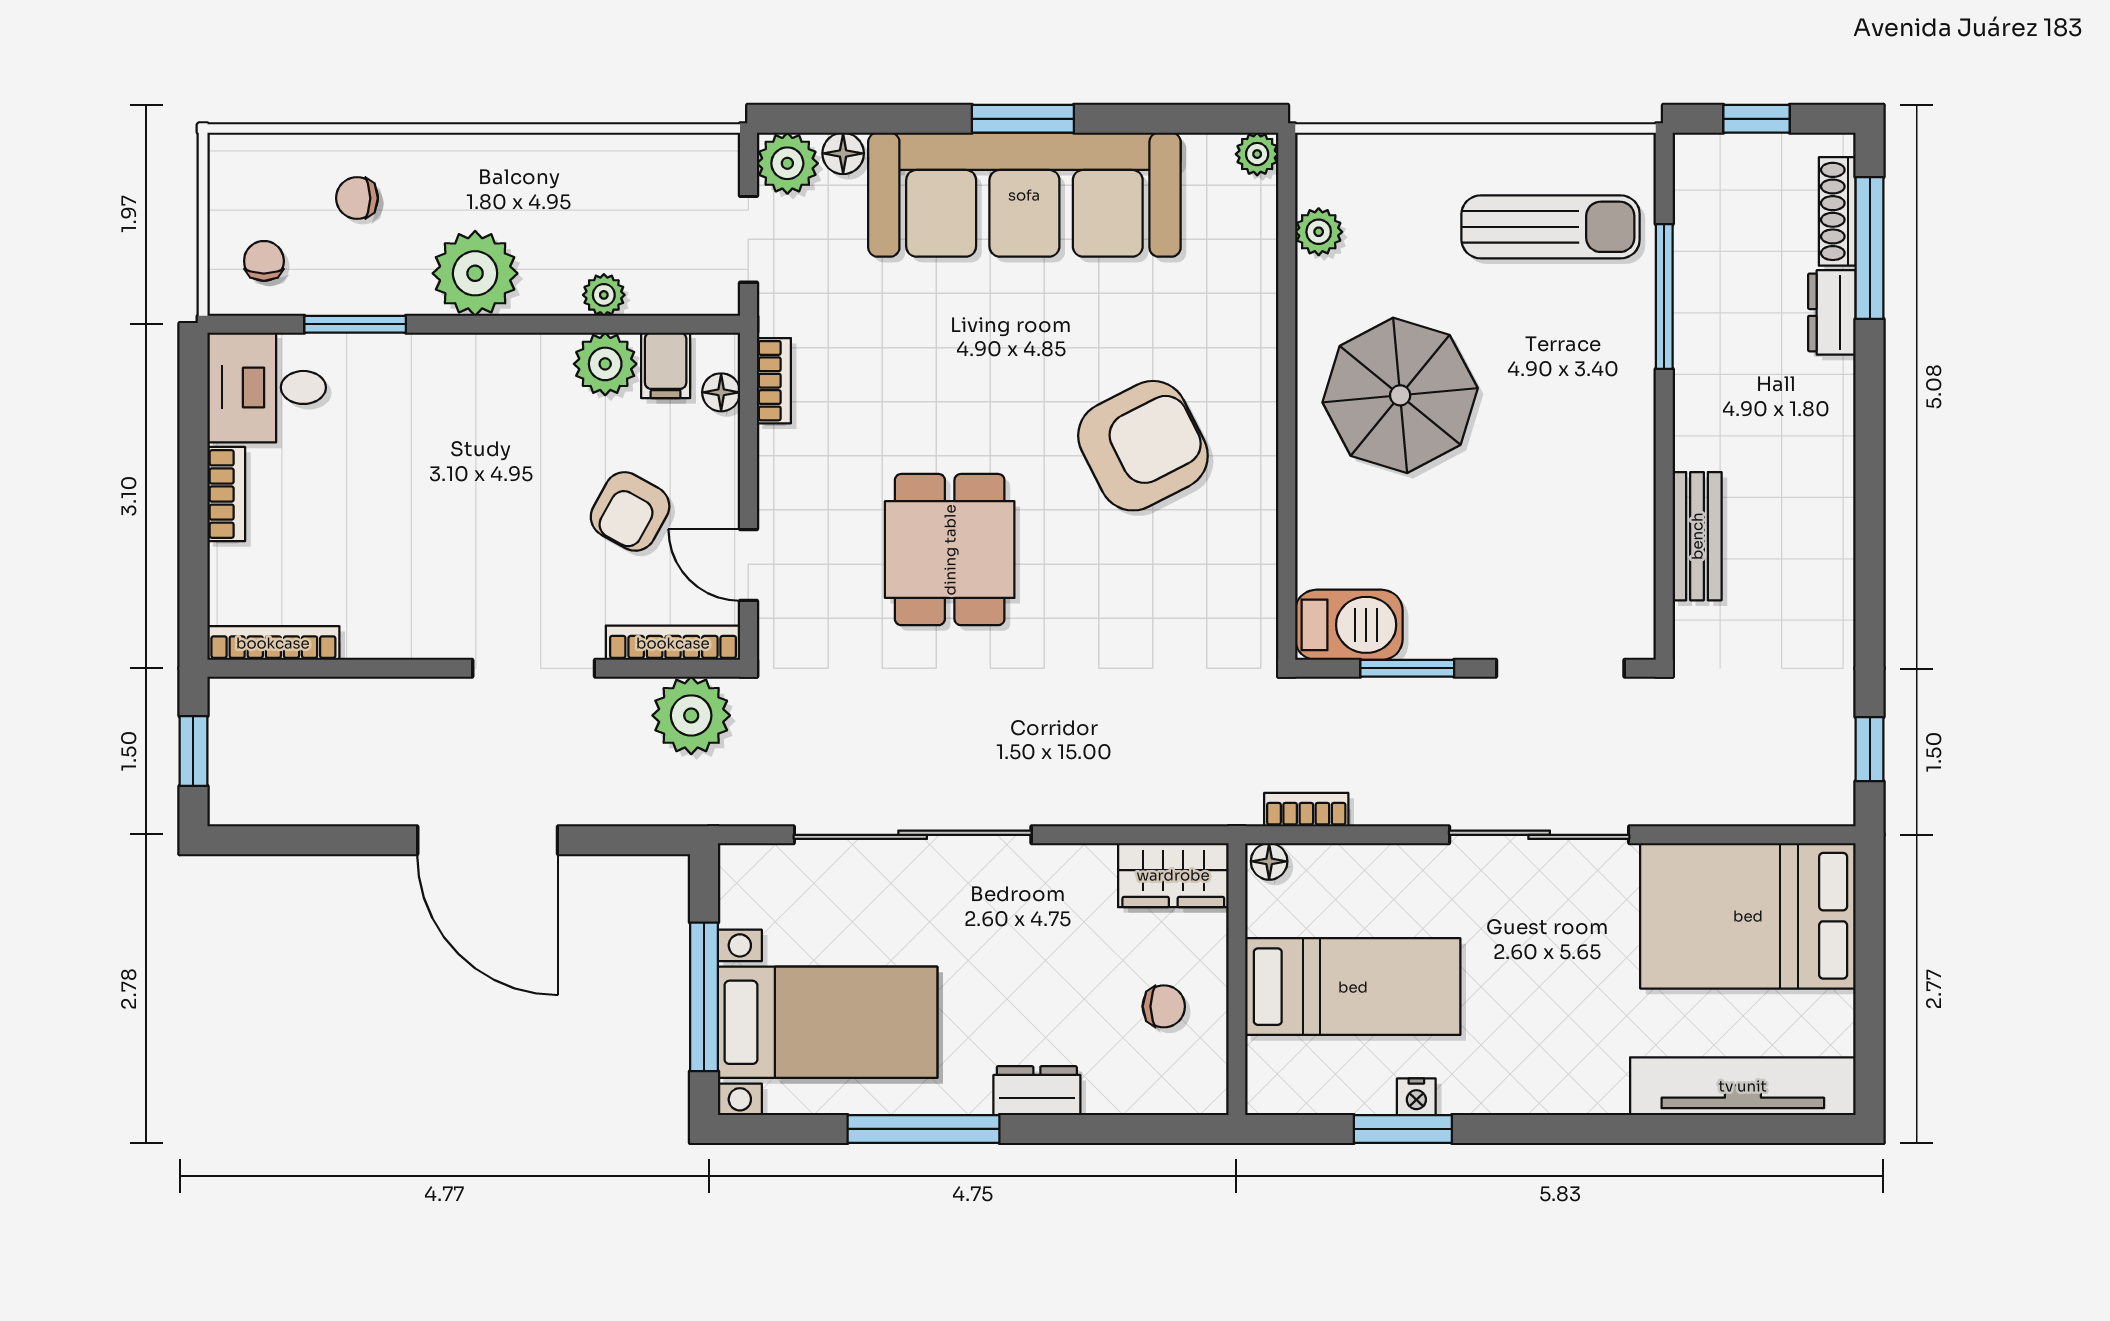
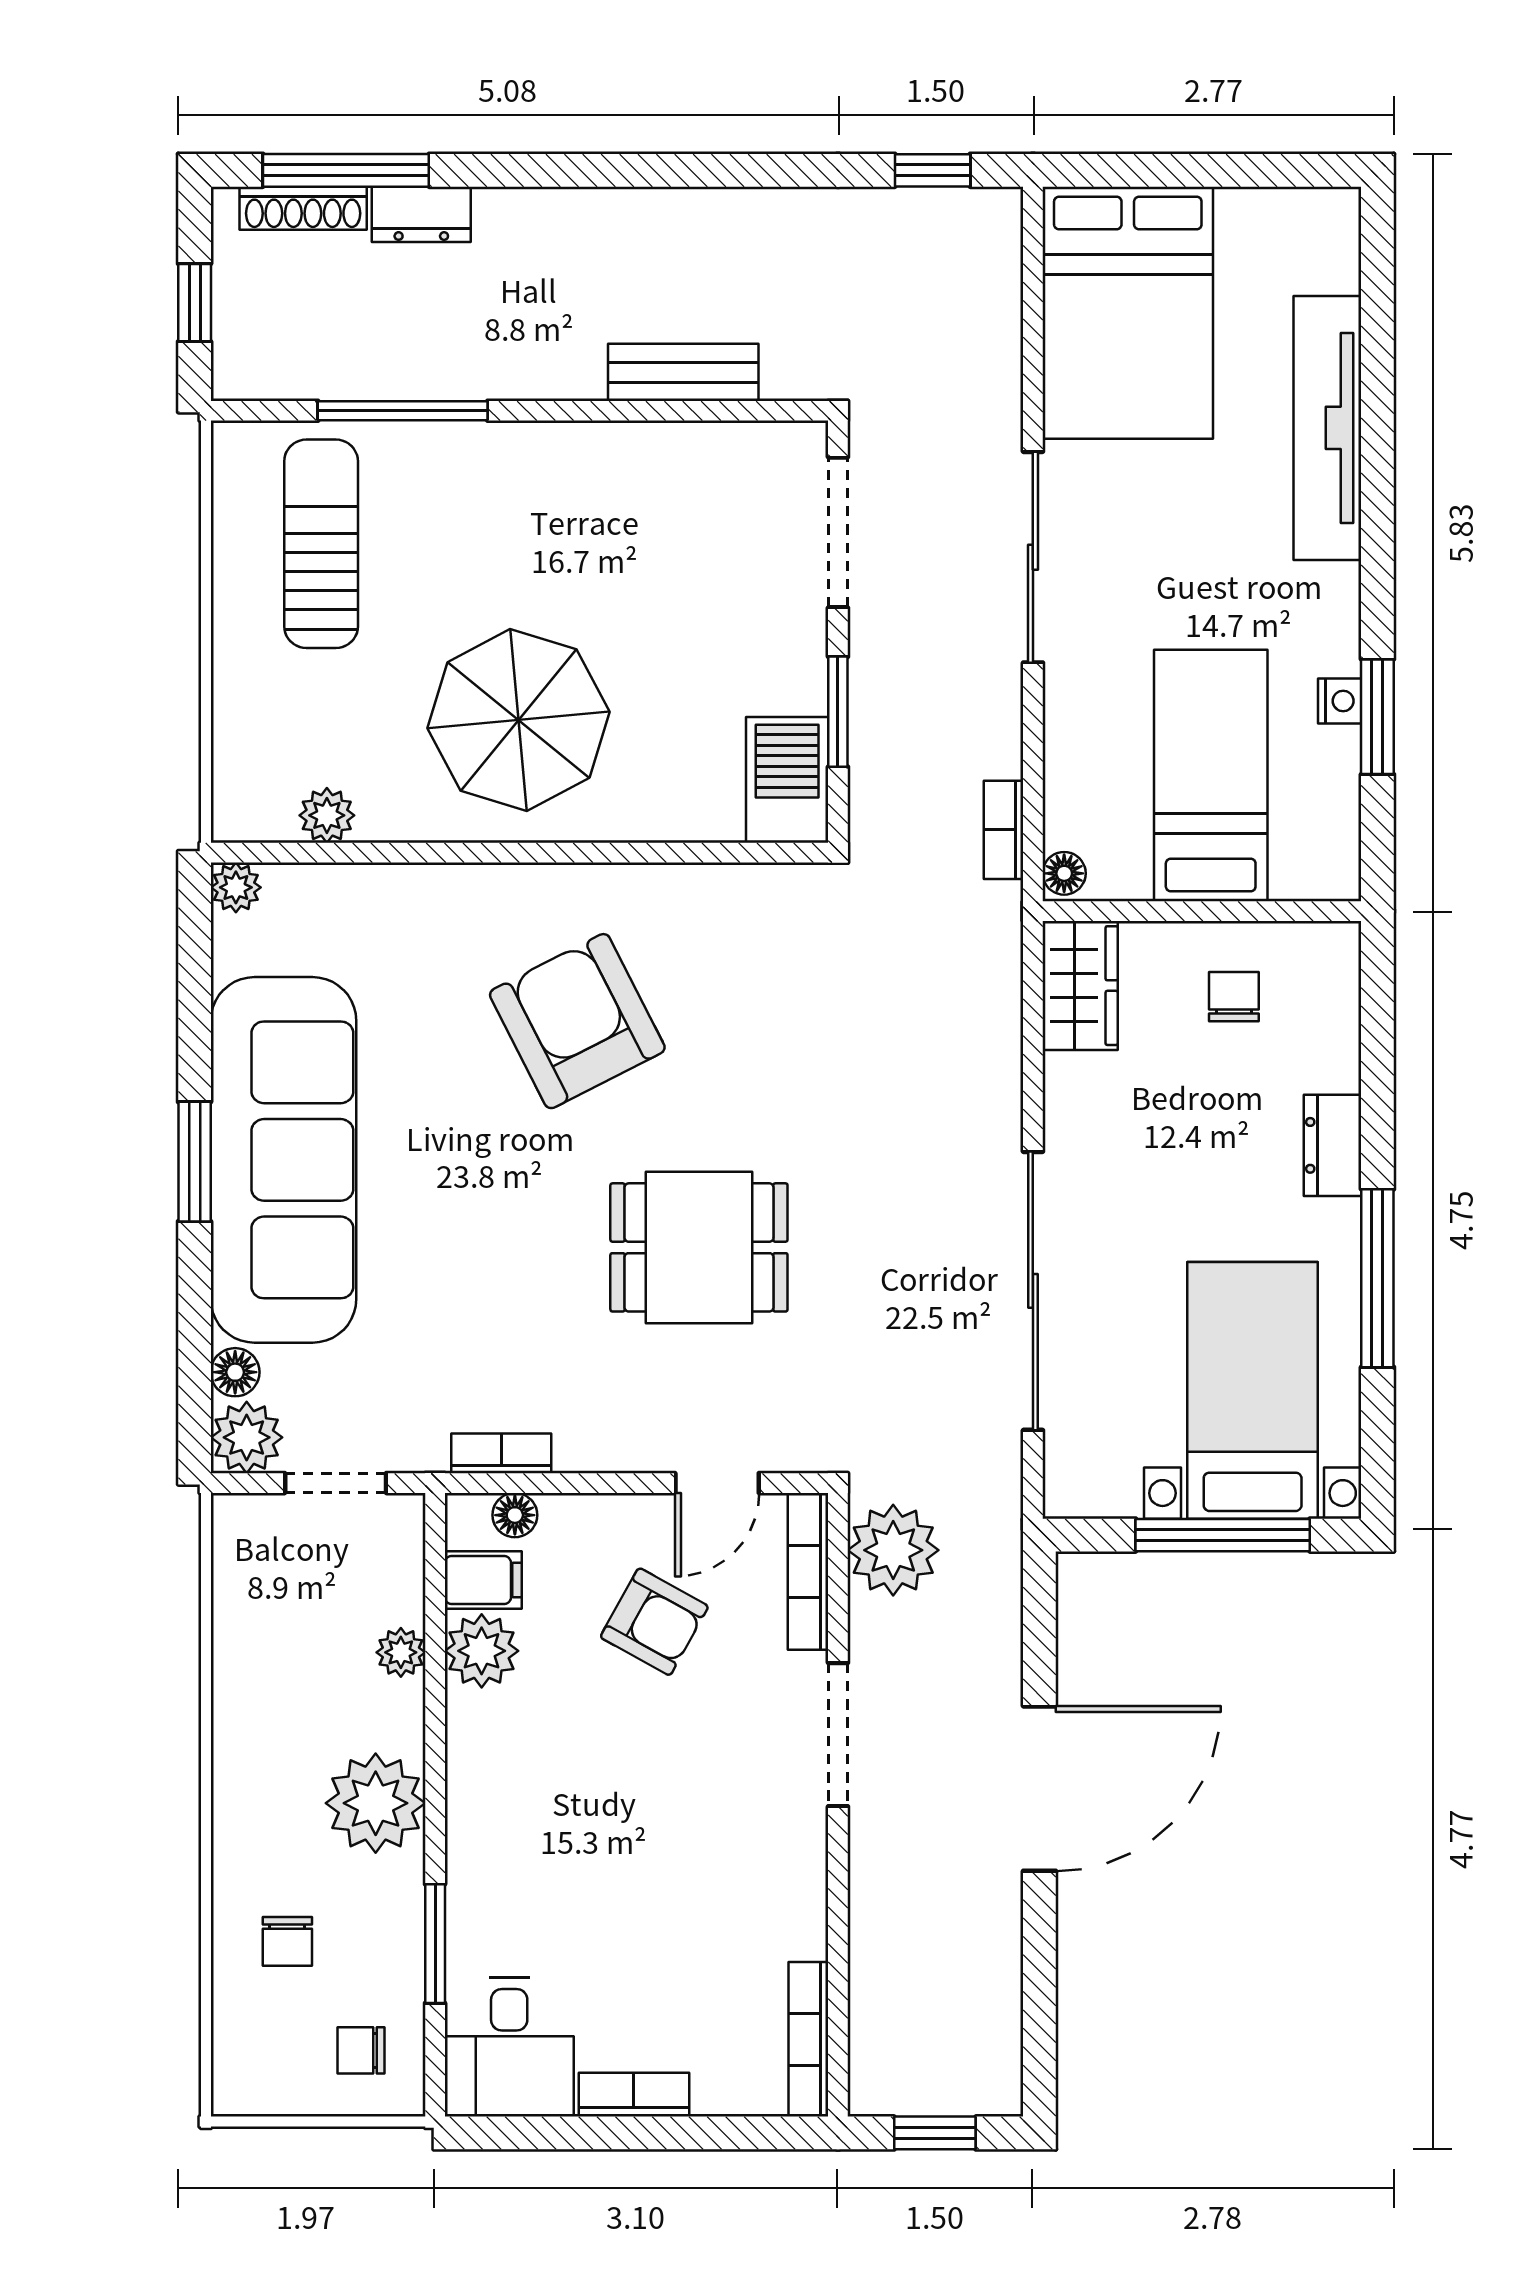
tv unit: (1743, 1086) -> (1327, 428), moved

